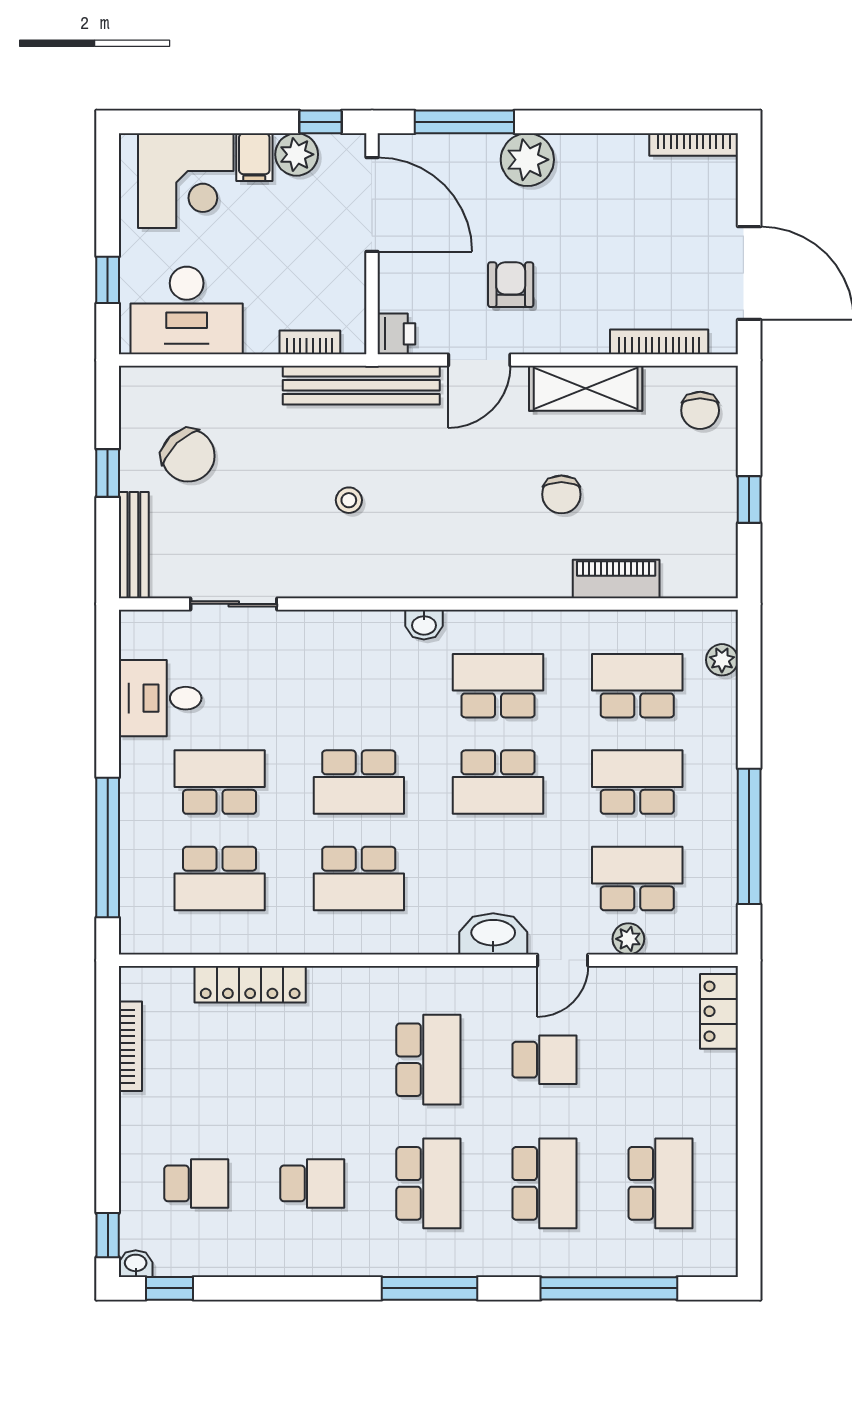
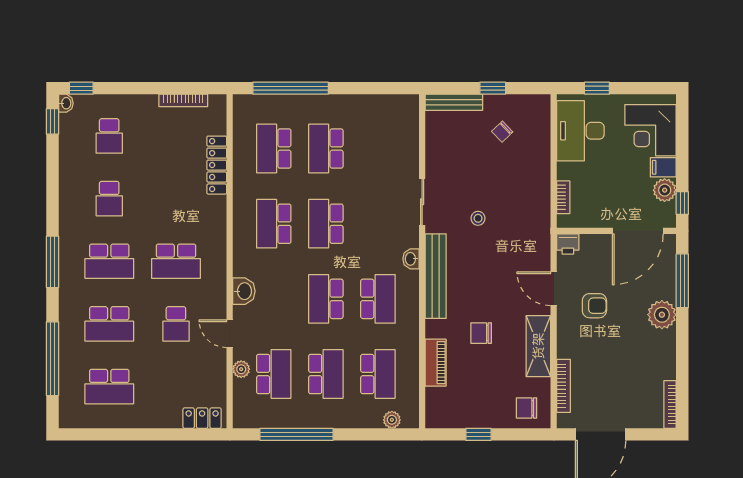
bench: (361, 385) -> (436, 276), moved
chair: (188, 455) -> (502, 132), width x0.54, depth x0.54
sliding door: (234, 604) -> (422, 202), moved
desk: (160, 698) -> (371, 116), removed
school desk: (220, 782) -> (326, 149), turned 180
washbasin: (493, 934) -> (244, 291), width x0.72

